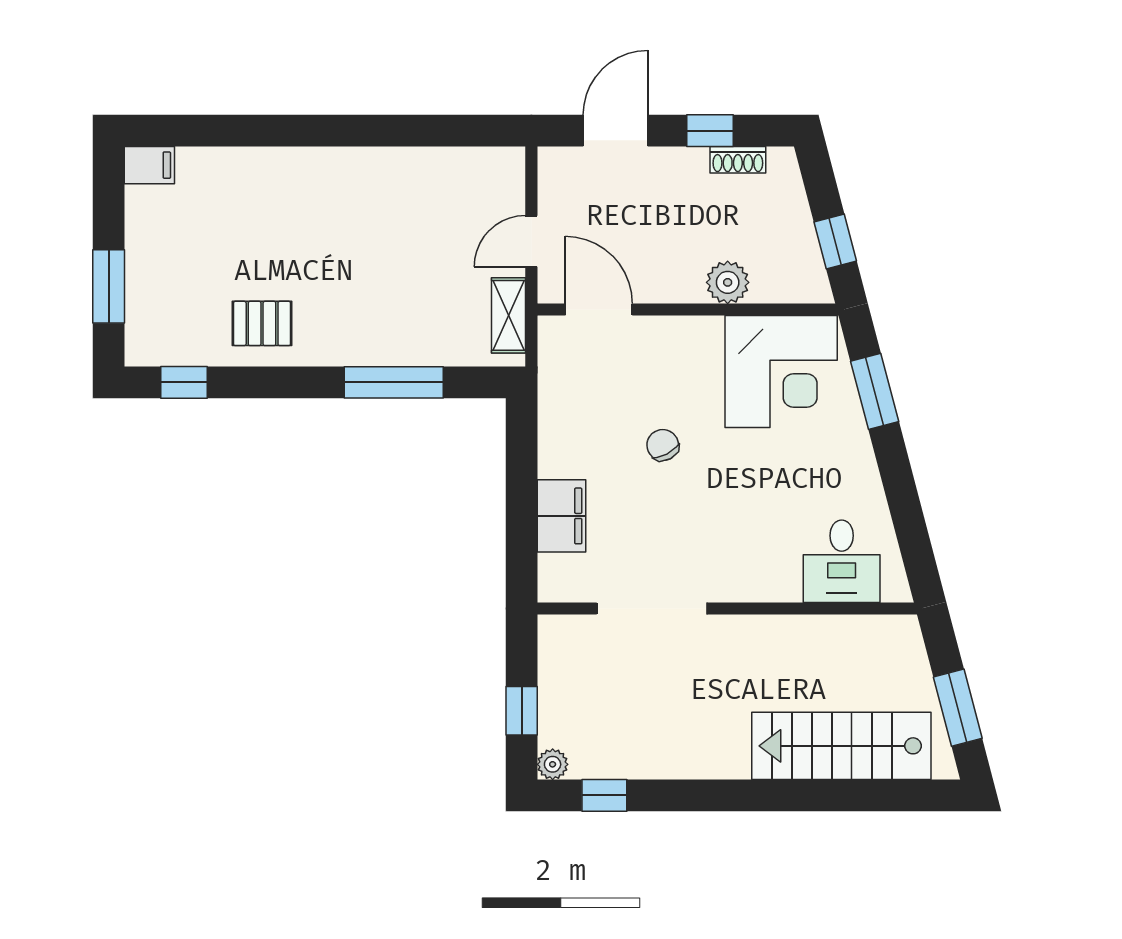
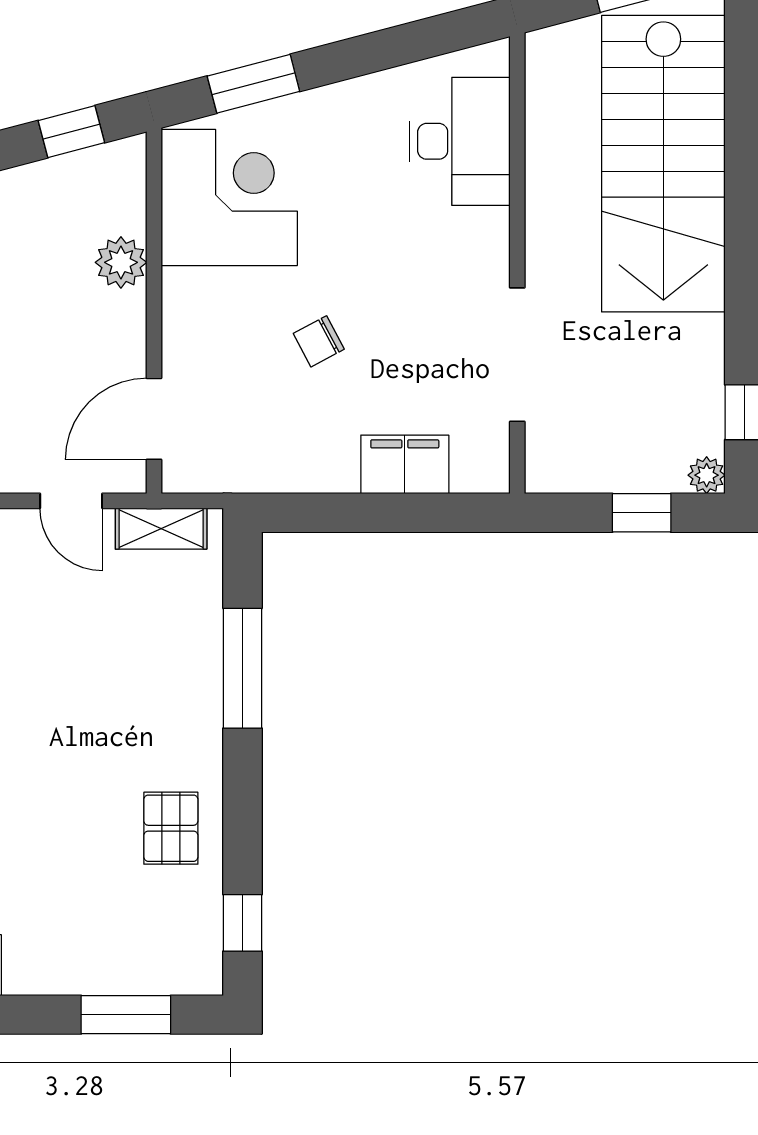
desk: (842, 561) -> (460, 141), width x1.37
stairs: (841, 746) -> (663, 164), width x1.36, depth x1.51

